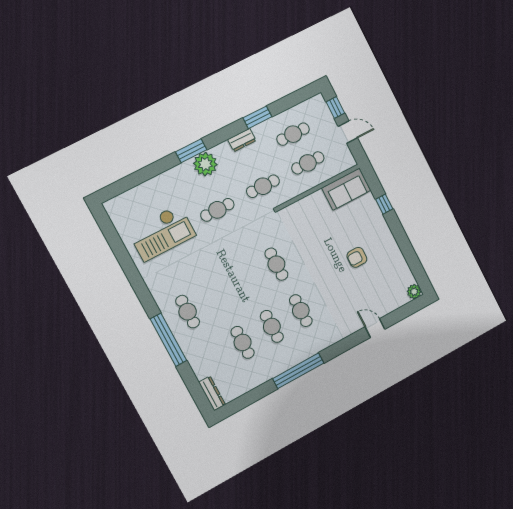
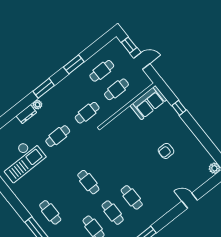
dresser: (242, 140) -> (26, 114), moved
window: (191, 151) -> (44, 88), moved
plant: (205, 164) -> (37, 105), width x0.53, depth x0.53
cafe table: (276, 264) -> (88, 182), moved

